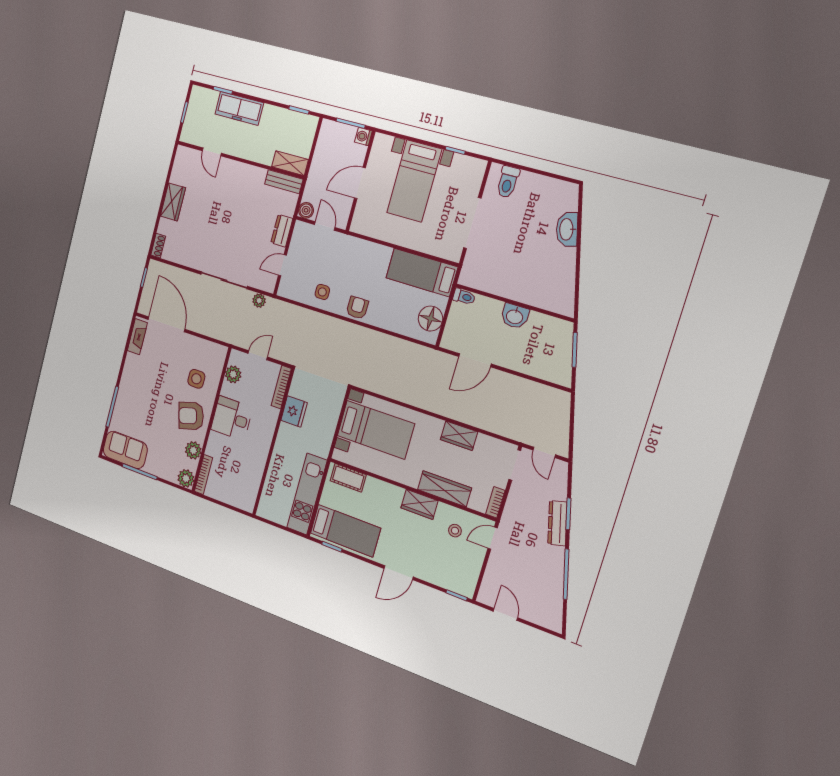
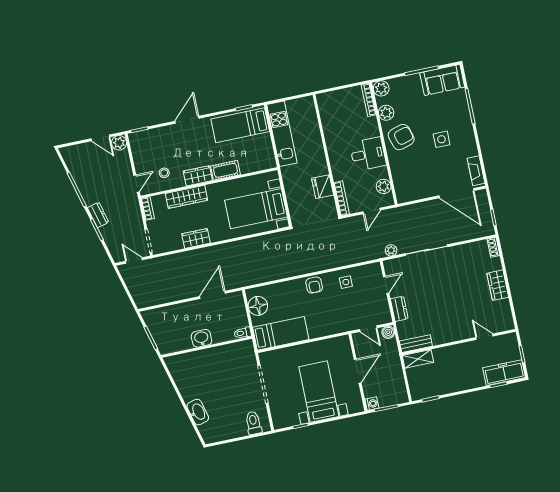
freezer: (239, 108) -> (504, 373), moved
side table: (196, 379) -> (442, 139), moved
cot: (348, 478) -> (225, 170), moved
dresser: (557, 523) -> (98, 215), width x0.70
plant: (487, 595) -> (119, 143), added

